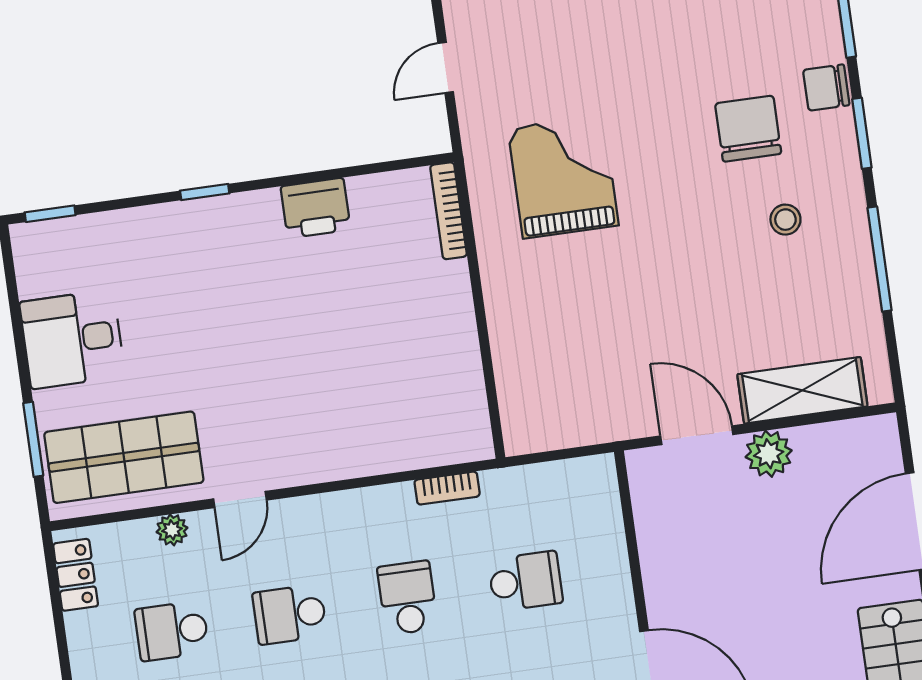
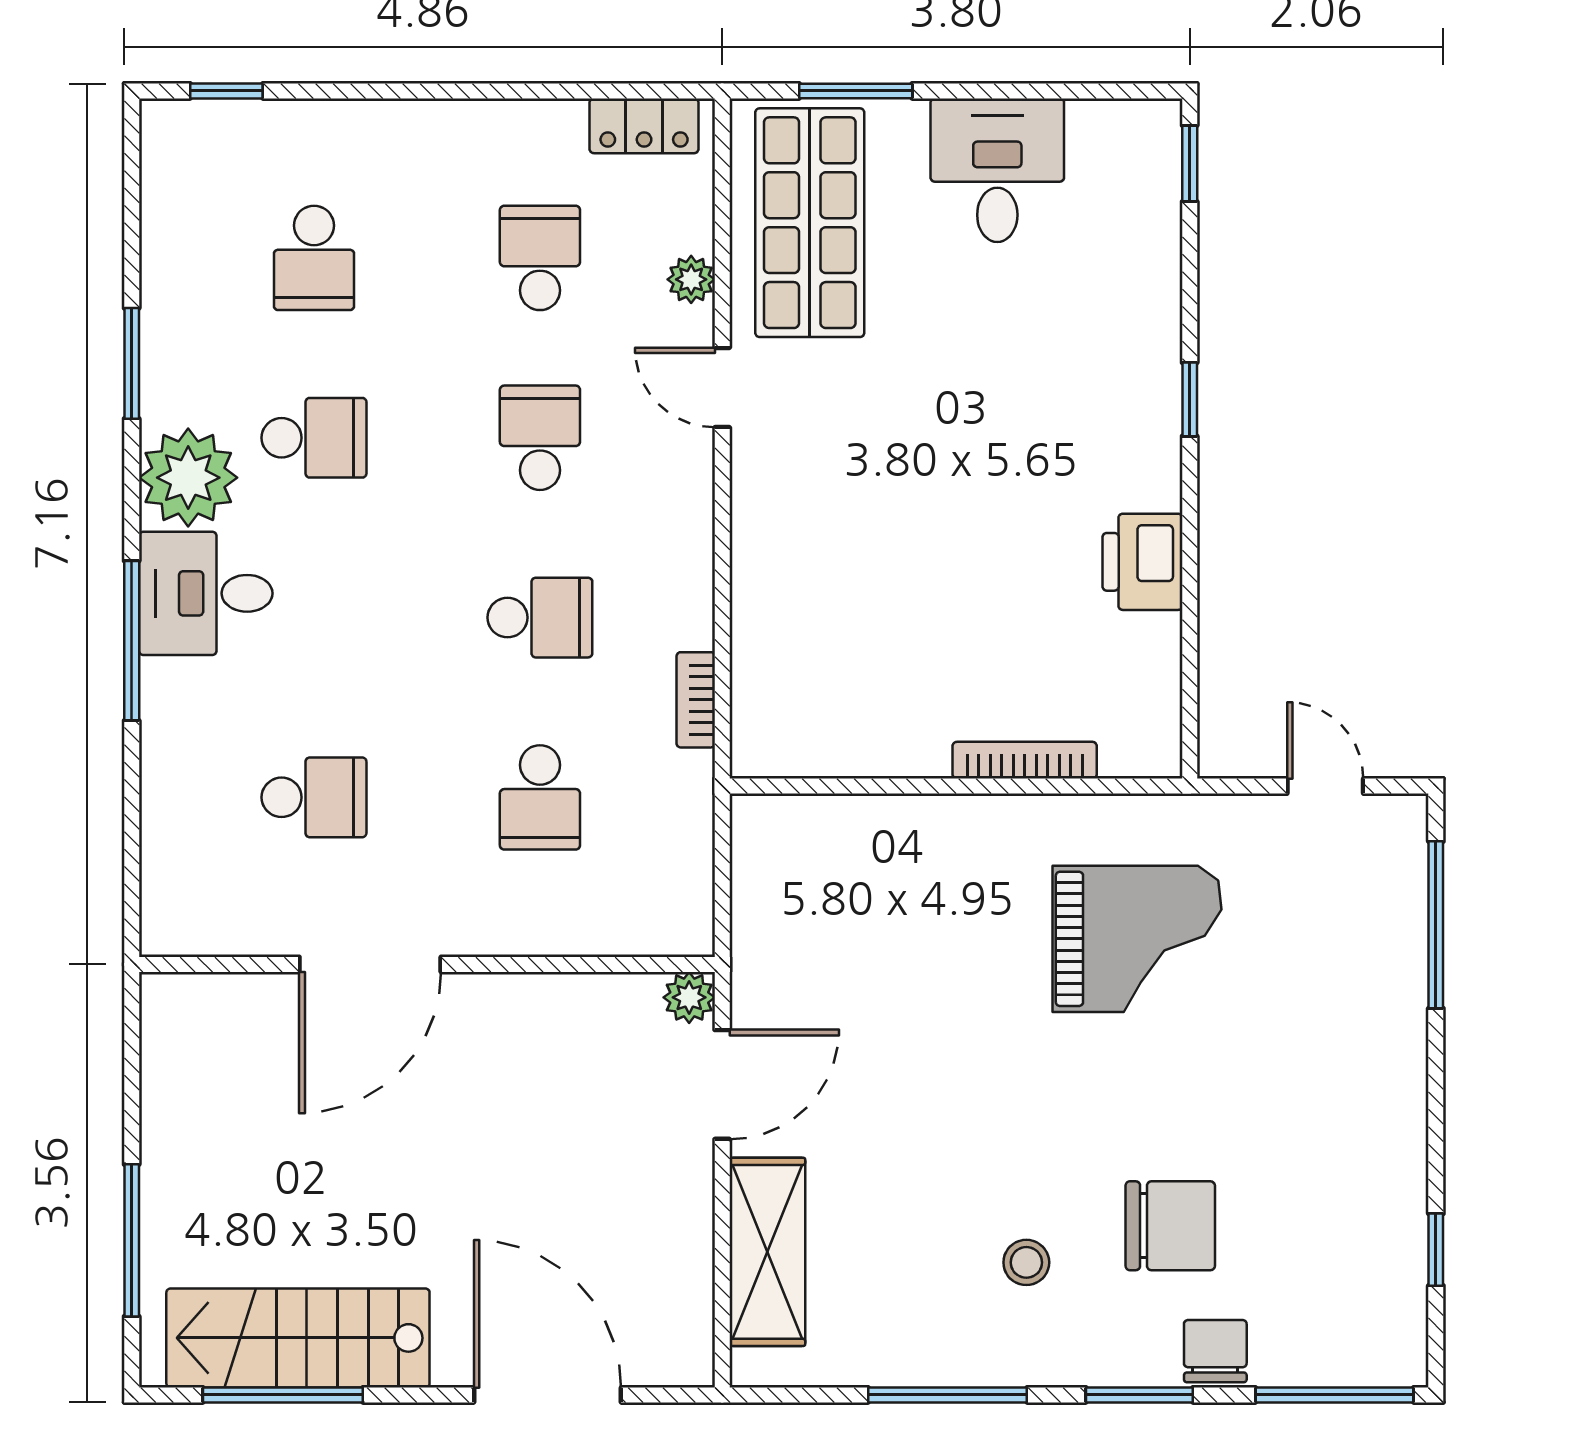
bookcase: (448, 211) -> (1025, 760), moved
plant: (769, 454) -> (689, 997), moved, width x0.73, depth x0.73

